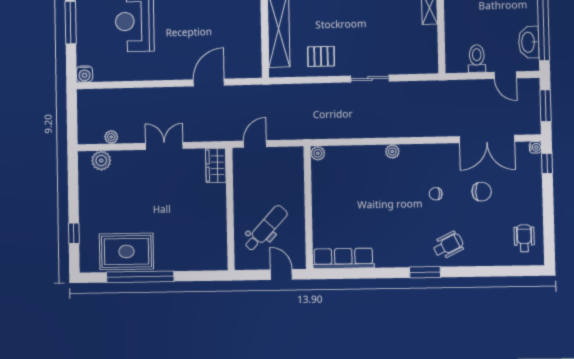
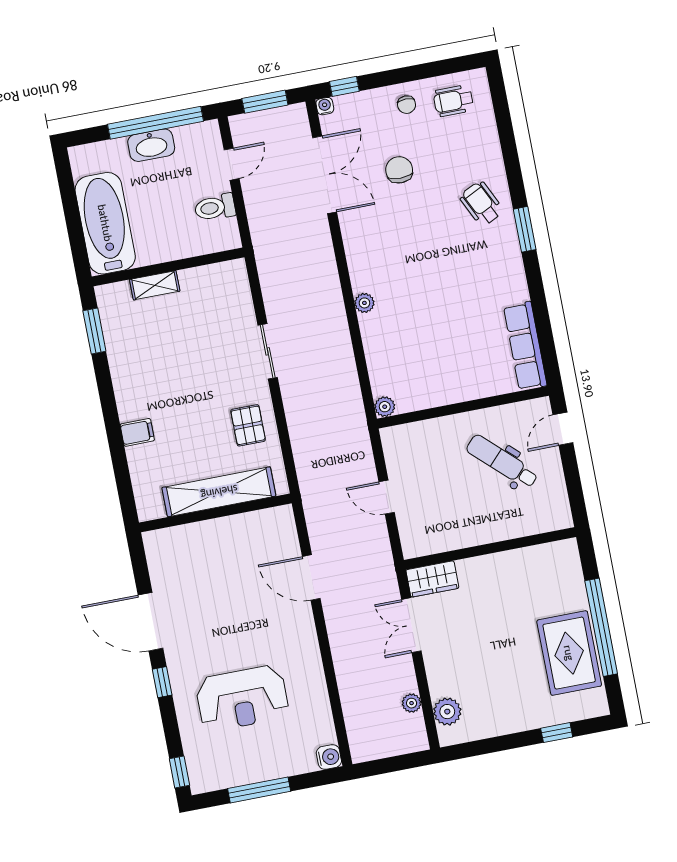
washbasin: (529, 42) -> (151, 145), moved
wardrobe: (216, 165) -> (432, 579), moved
chair: (436, 194) -> (407, 105), moved
wall: (230, 209) -> (490, 548), moved

